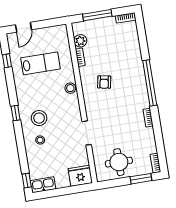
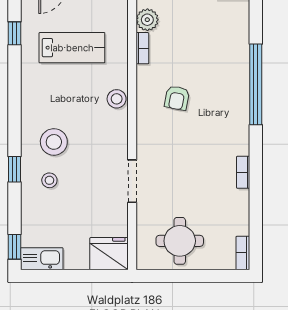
window: (150, 83) -> (256, 84), moved
window: (16, 113) -> (15, 169), moved
window: (141, 179) -> (213, 276), removed

